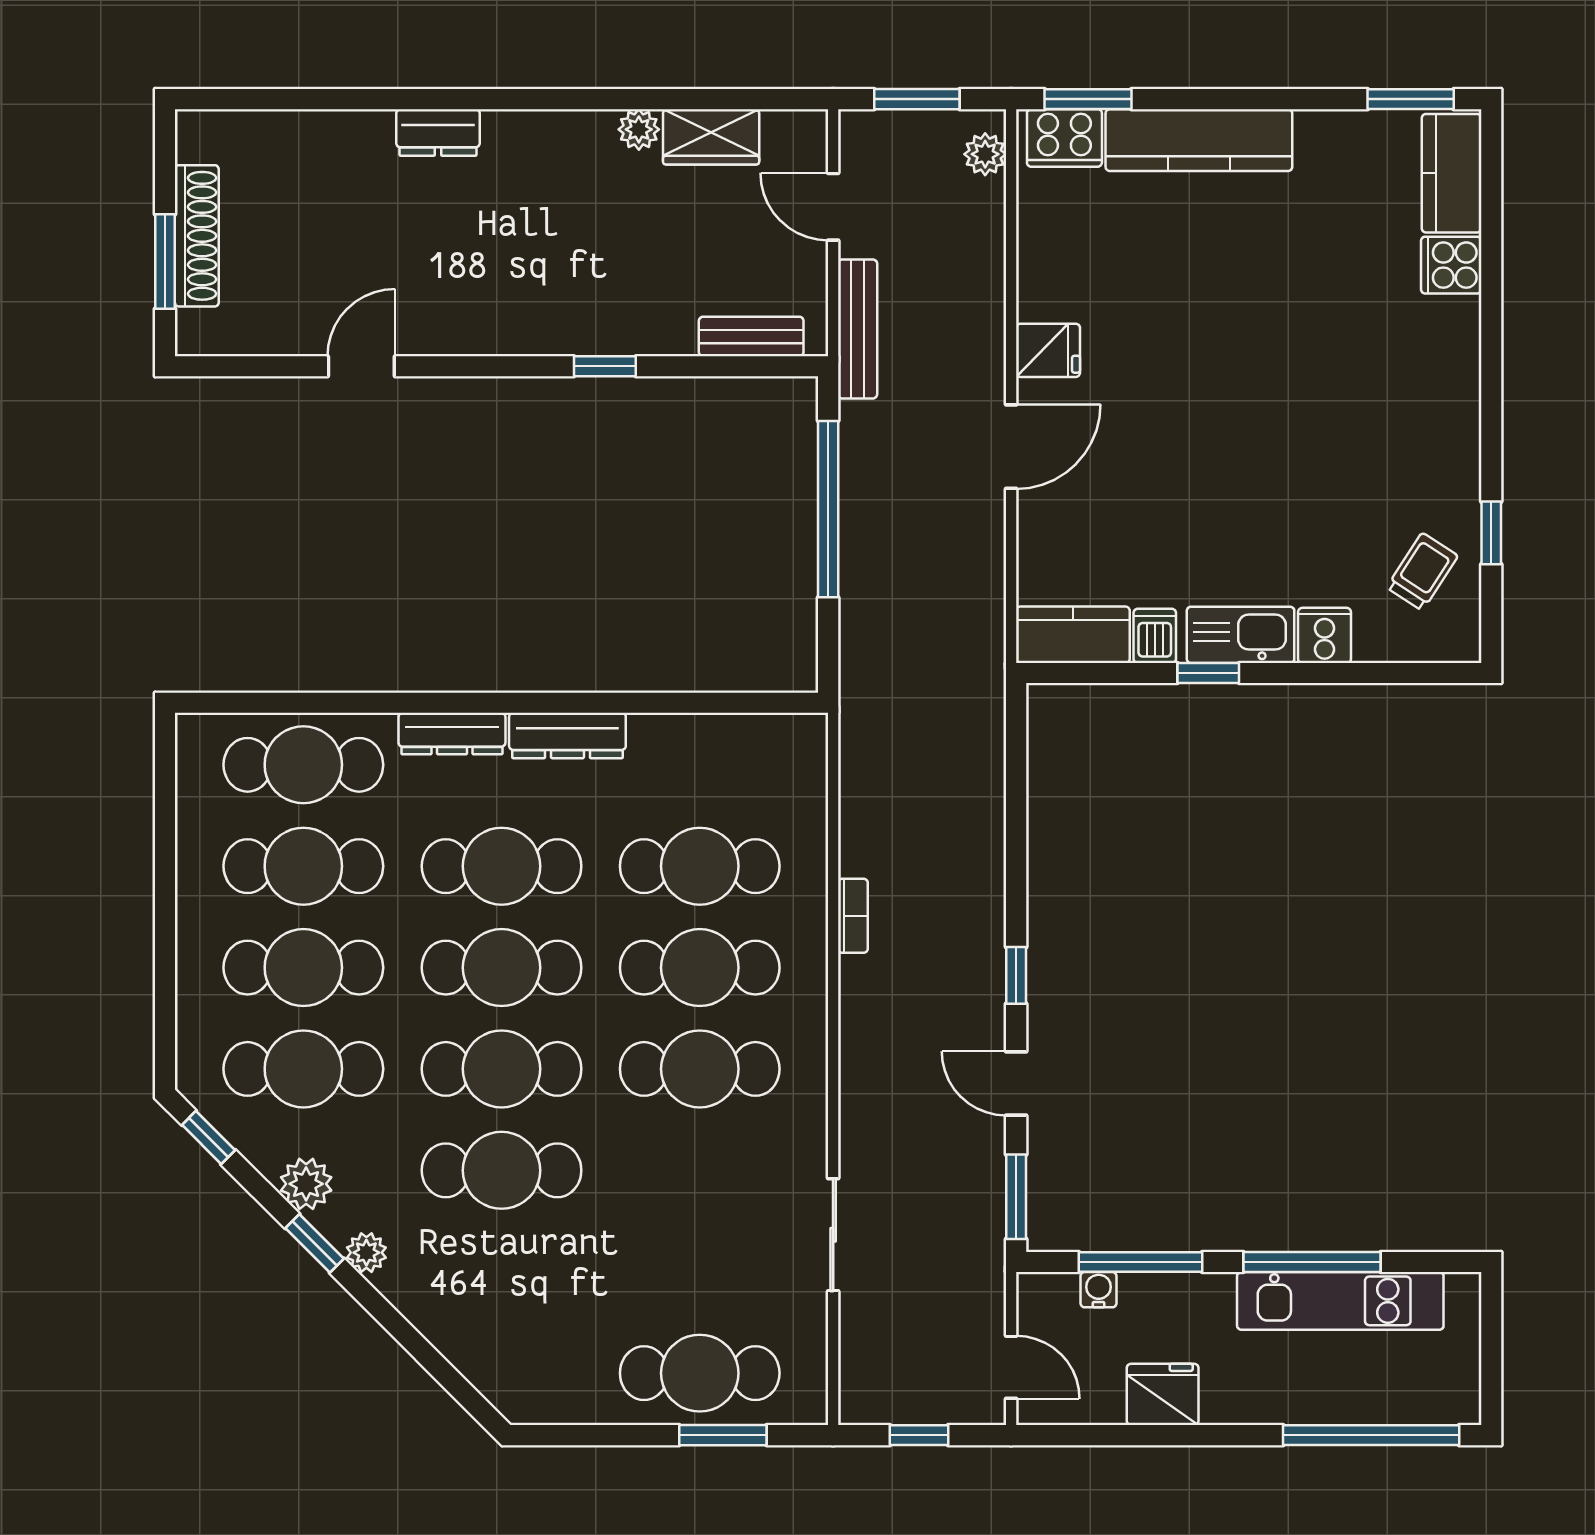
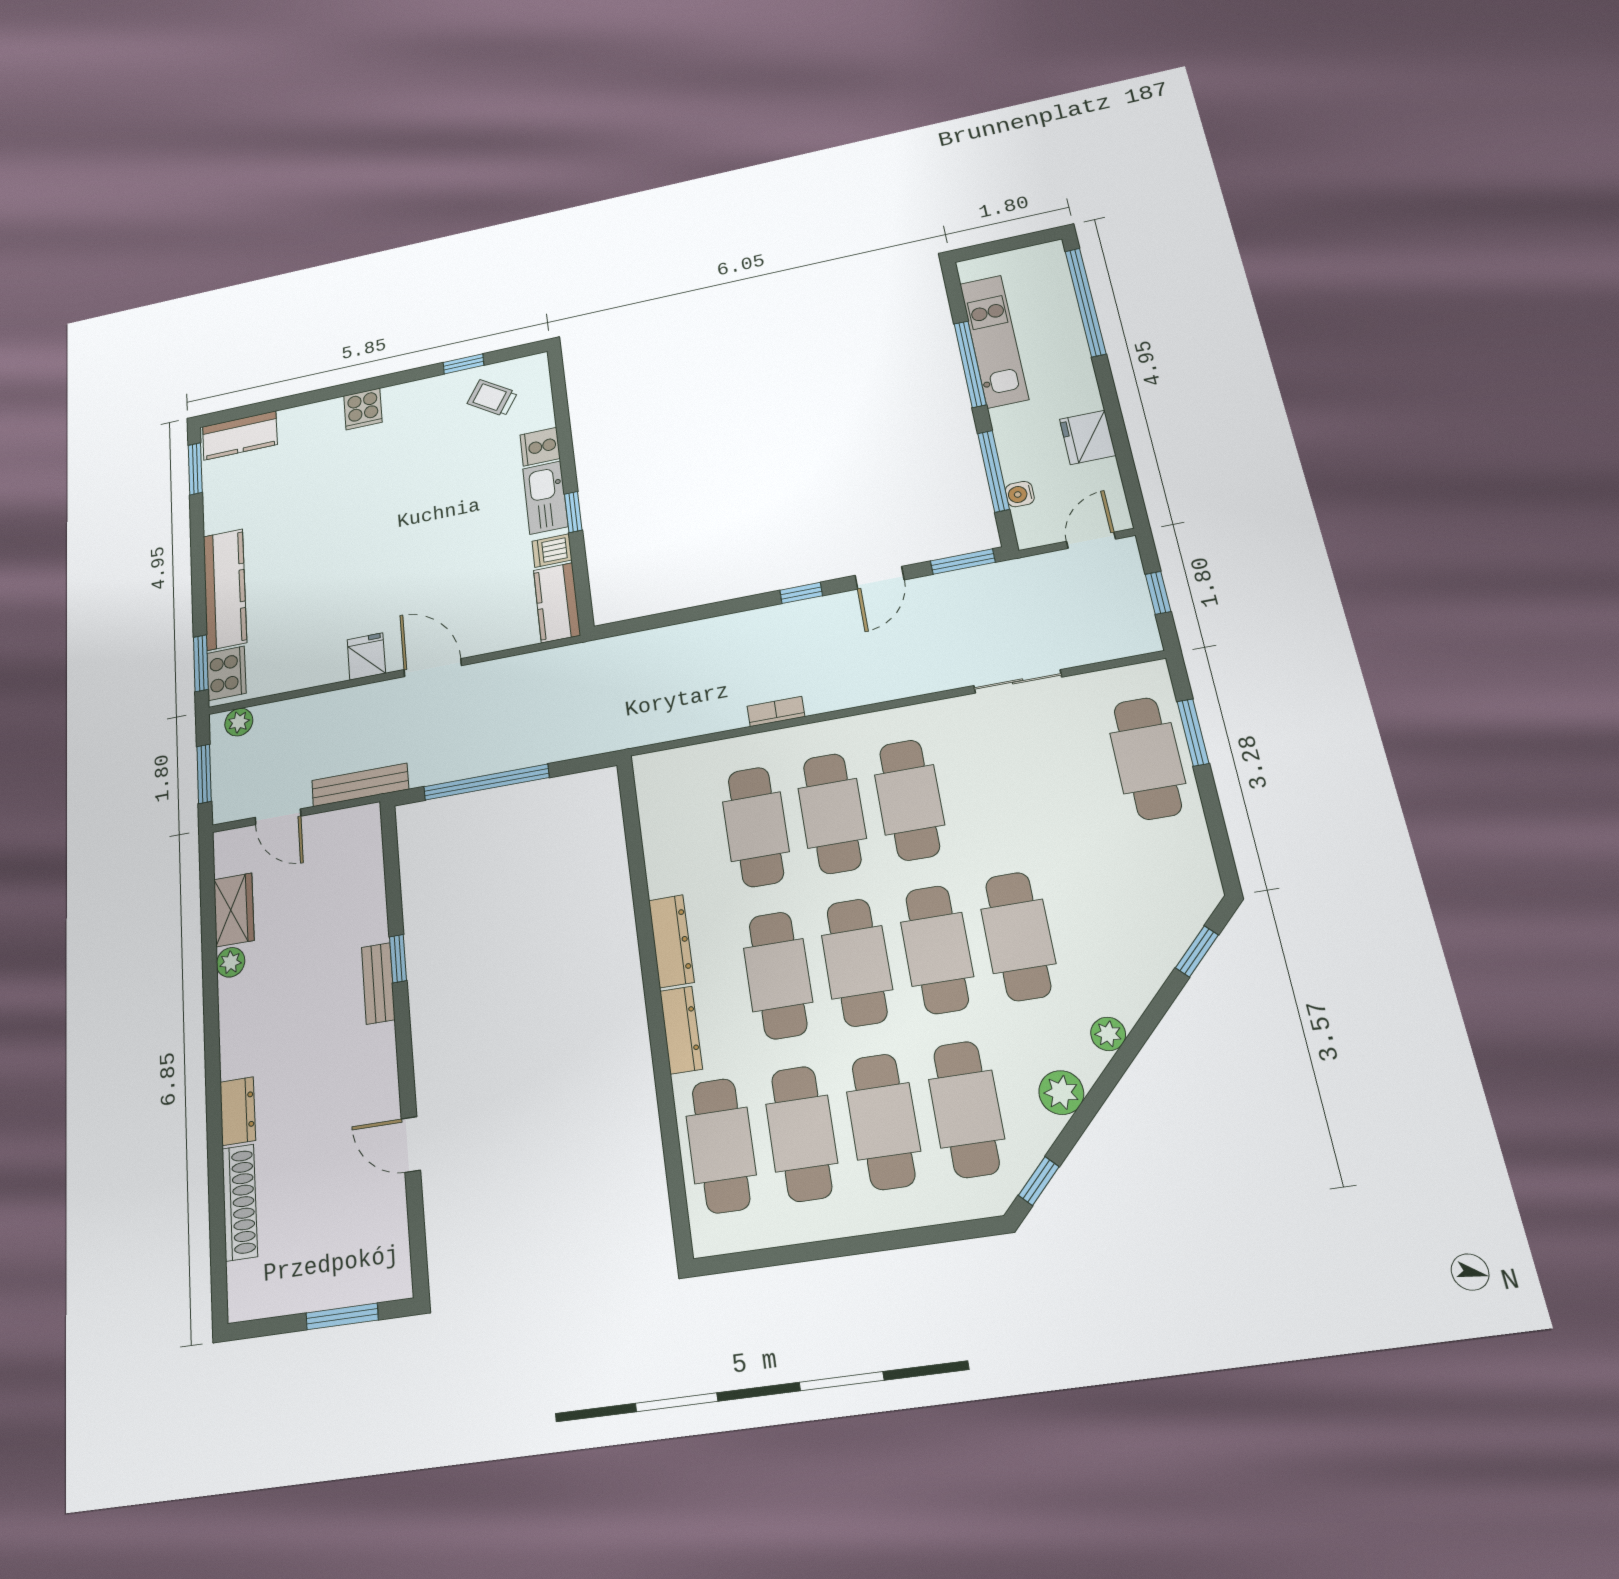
door: (833, 207) -> (278, 817), hinge flipped
shoe rack: (197, 236) -> (240, 1202), moved, turned 90
cooker: (1451, 265) -> (363, 409), moved
bench: (751, 336) -> (378, 983), moved
window: (315, 1243) -> (1197, 951), moved

